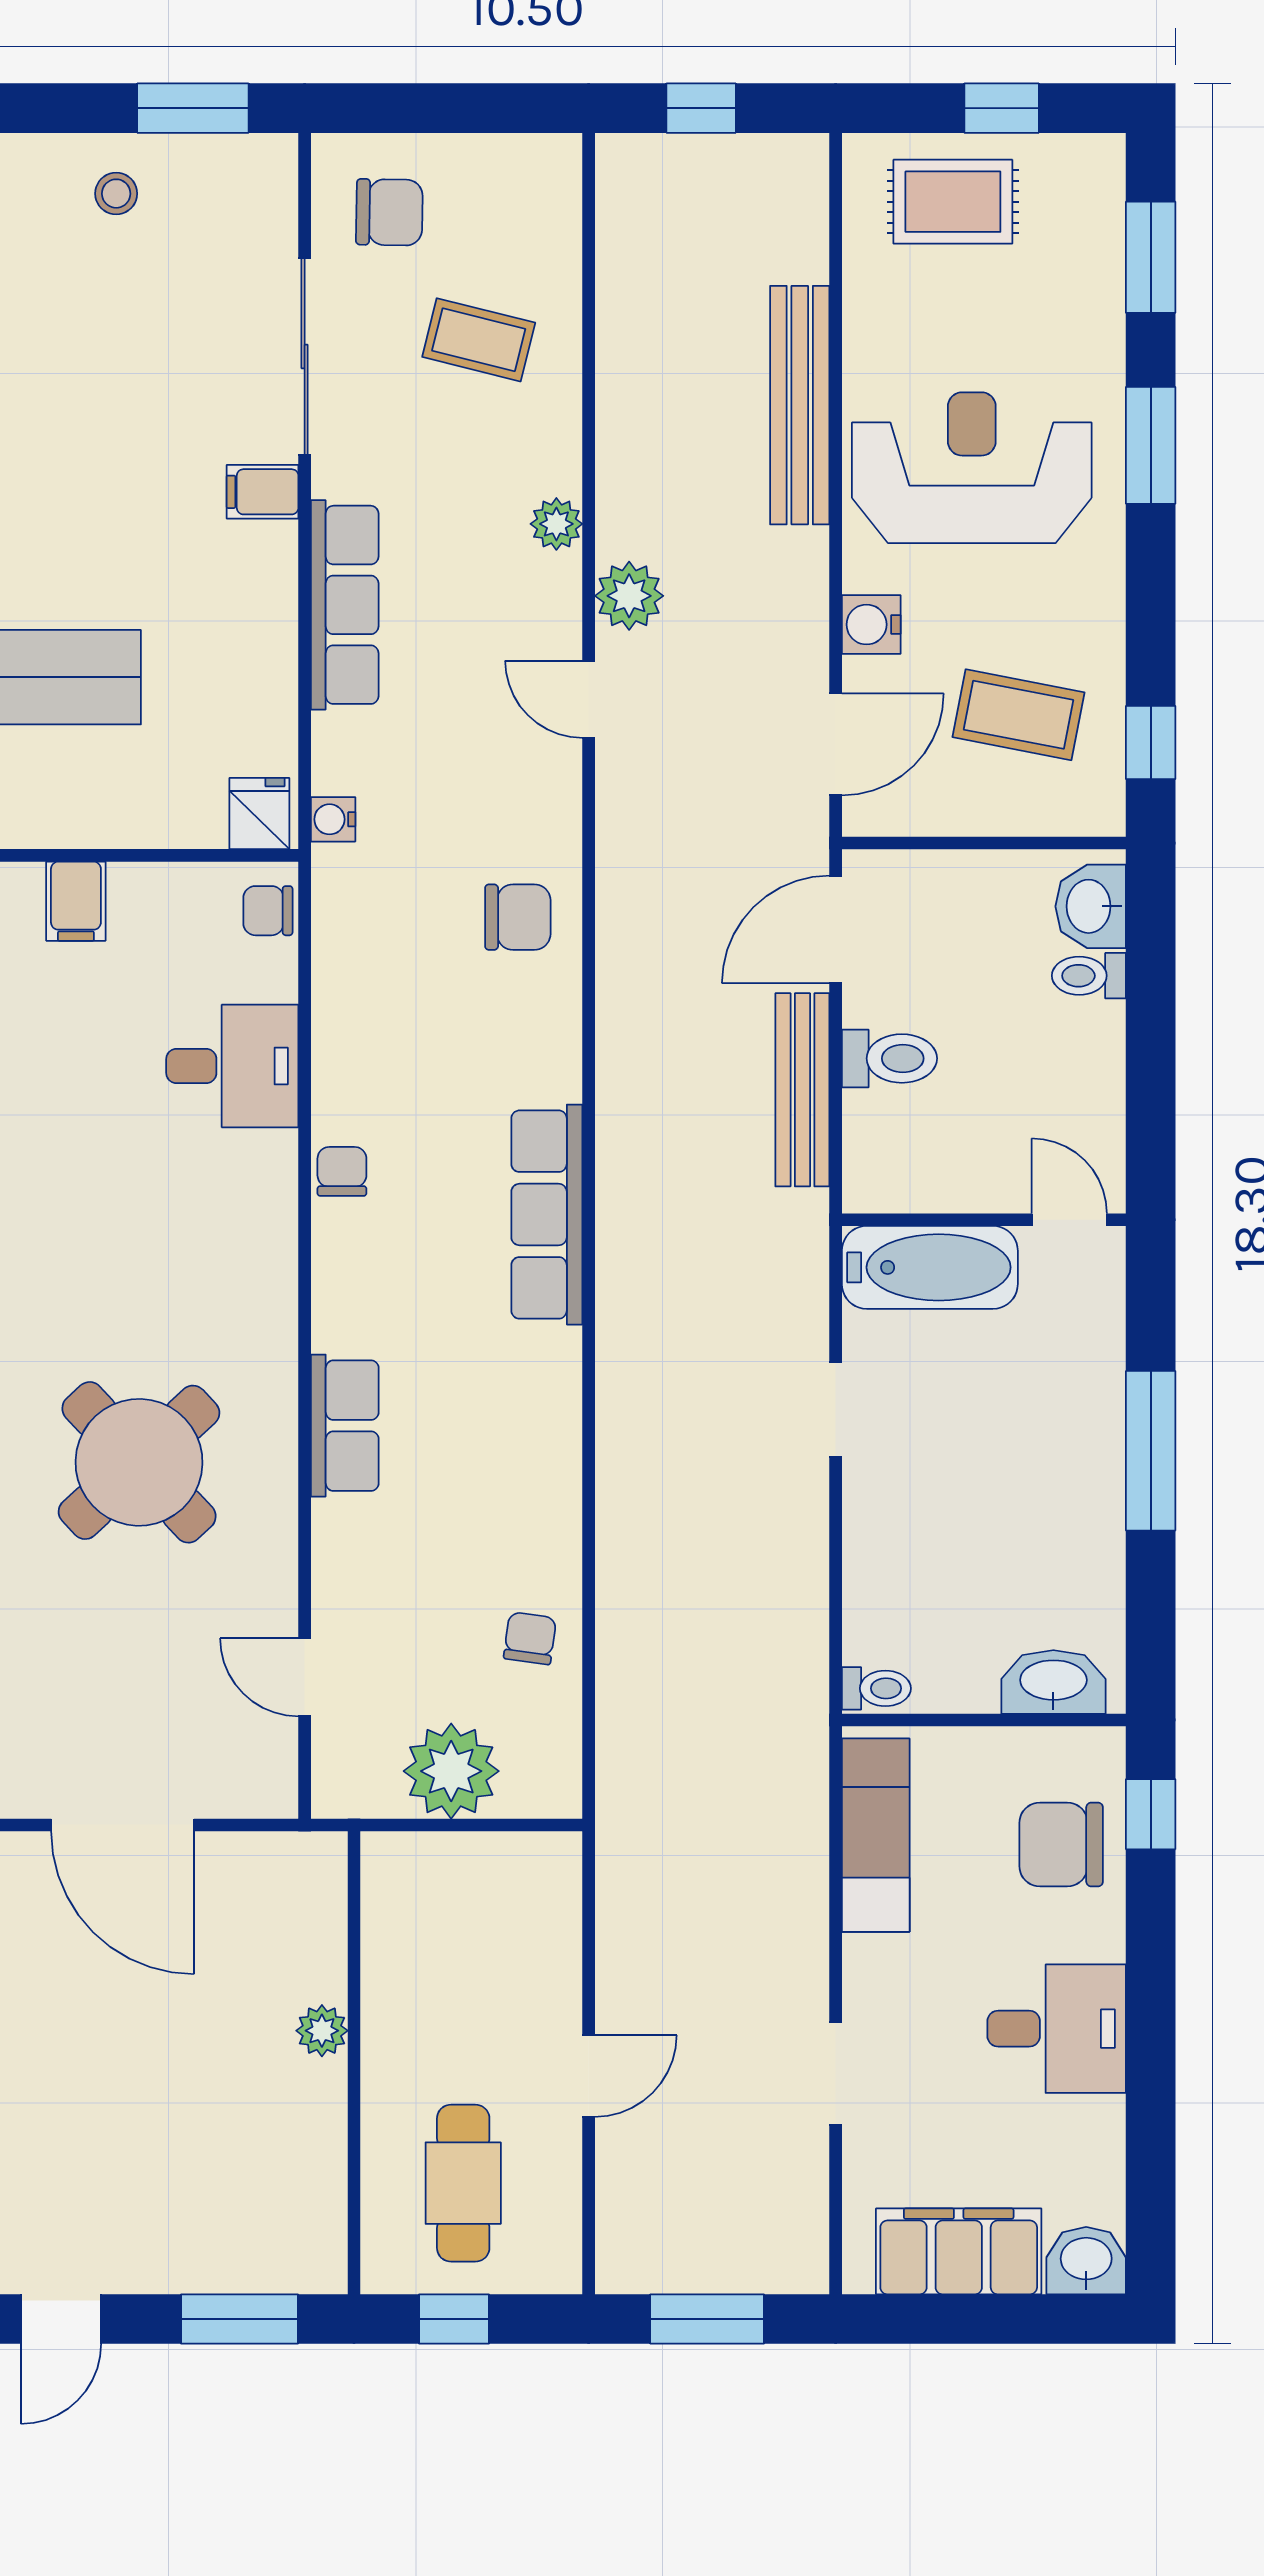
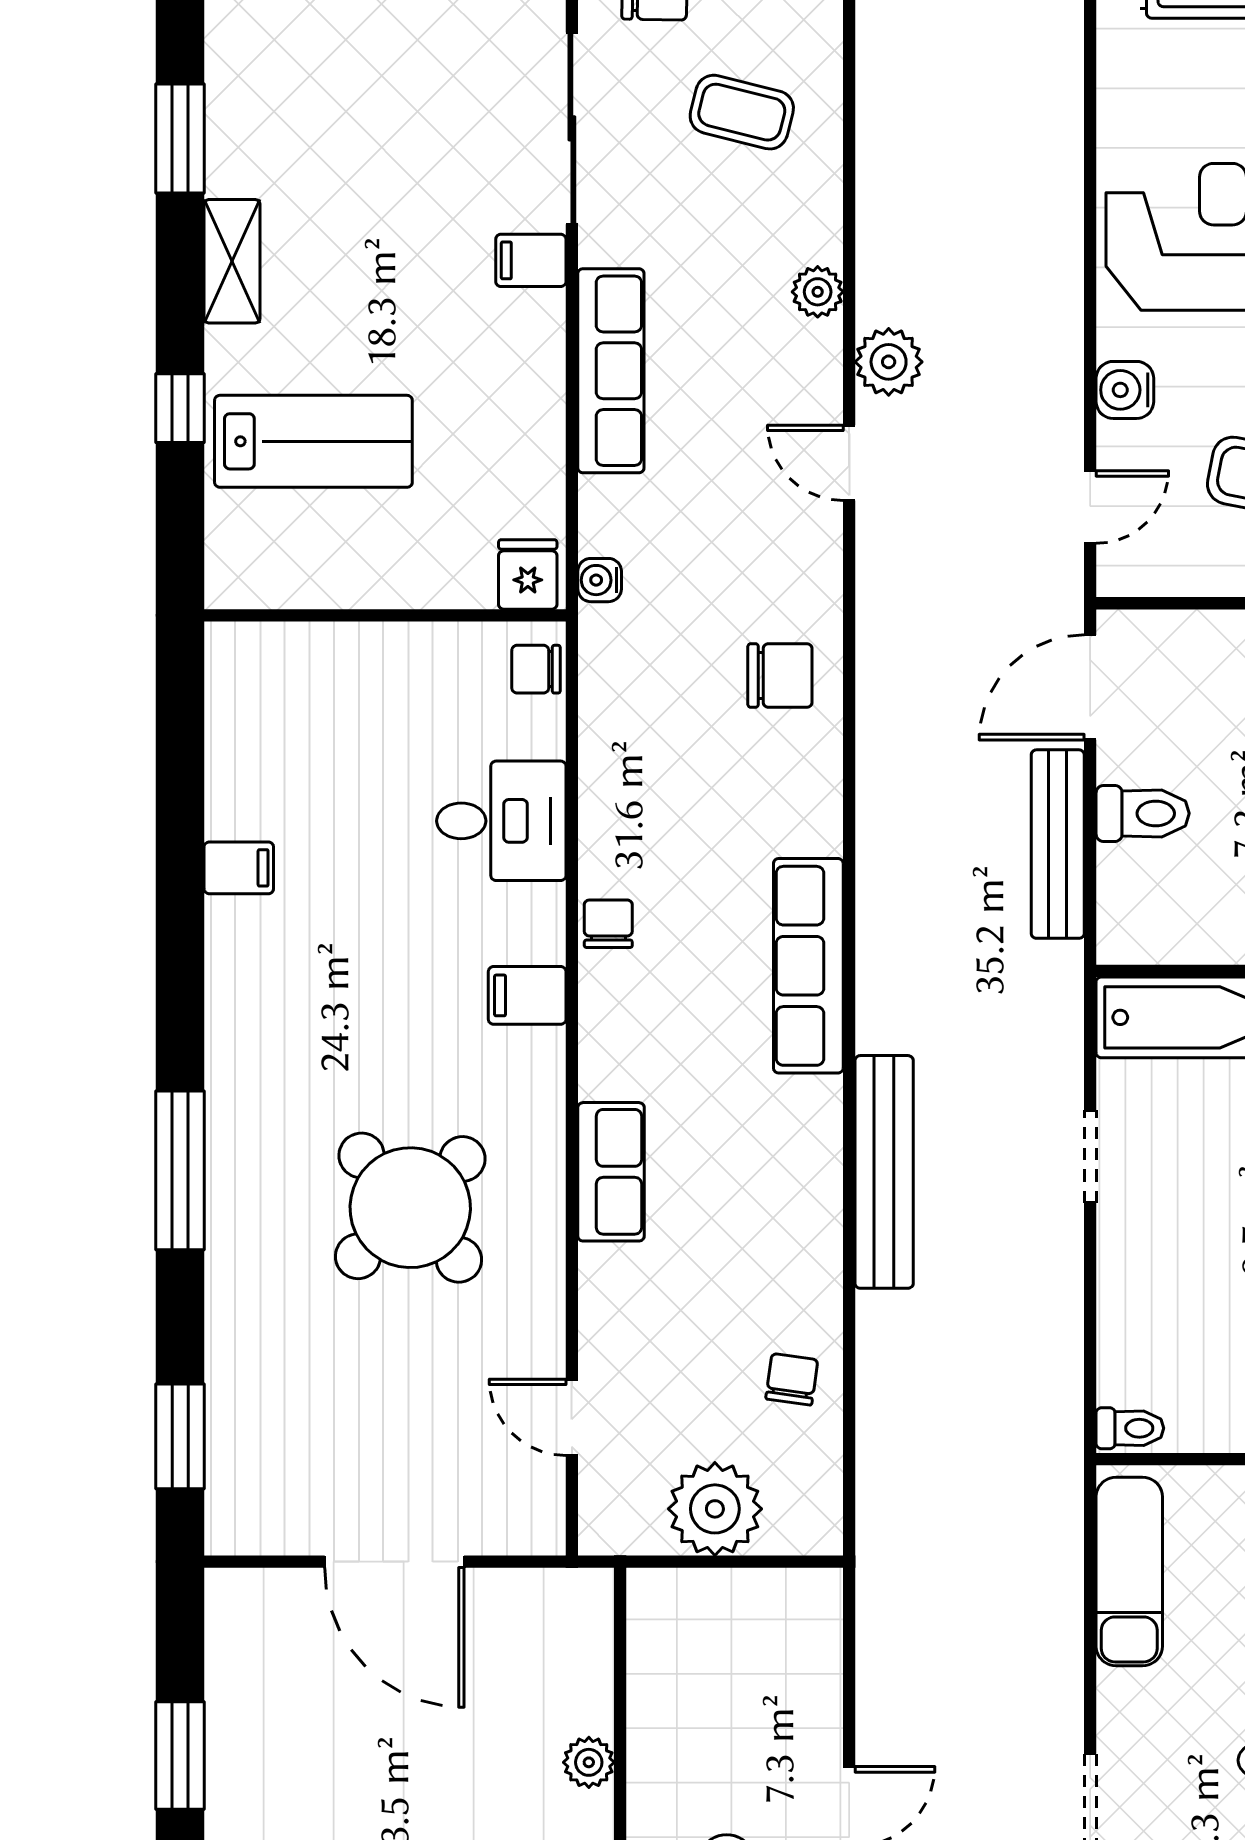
bench: (800, 405) -> (884, 1172), moved
door: (836, 744) -> (1090, 507), width x0.73
filing cabinet: (76, 901) -> (527, 995), moved, turned 90

